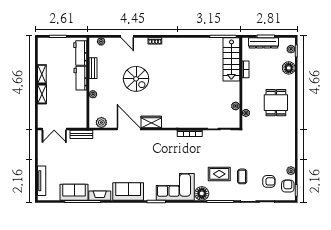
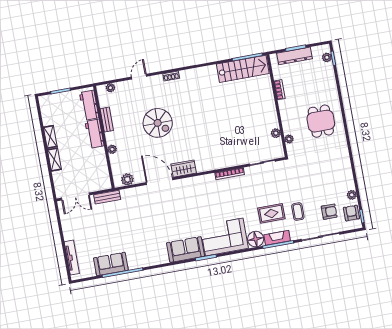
door: (127, 36) -> (139, 77), swing flipped
stairs: (231, 59) -> (243, 69), moved, turned -90
floor lamp: (289, 68) -> (328, 79), removed
sofa: (128, 191) -> (186, 250), moved
fireplace: (100, 196) -> (277, 238), moved

